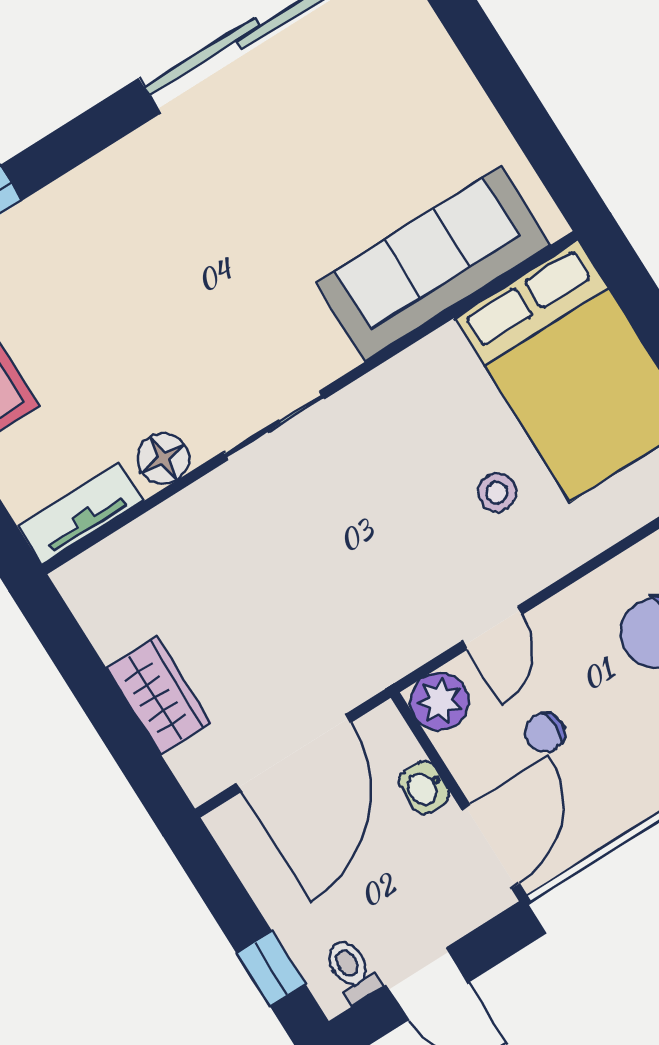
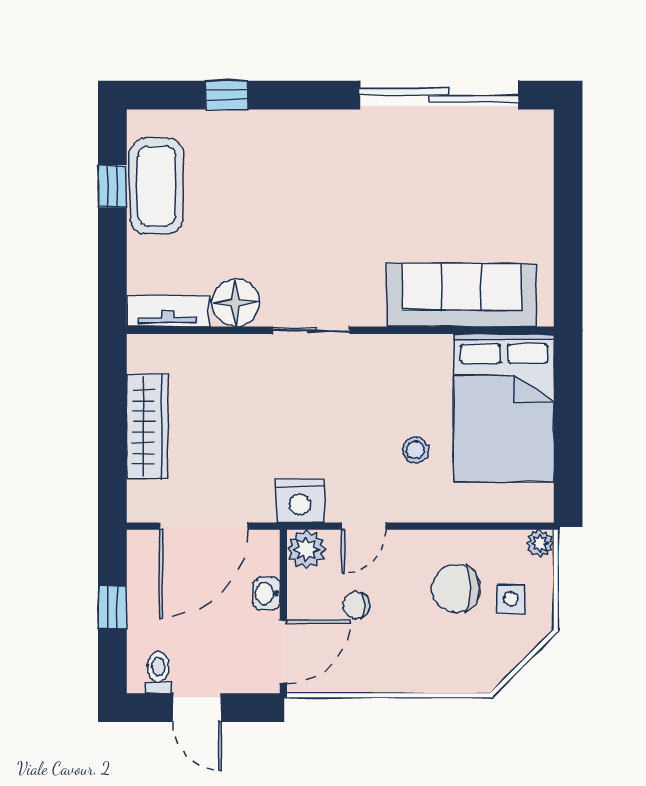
floor lamp: (163, 459) -> (235, 303), width x1.38, depth x1.38
nightstand: (393, 647) -> (300, 501), added
wardrobe: (159, 696) -> (147, 427), width x1.50
window: (271, 969) -> (112, 607), moved

